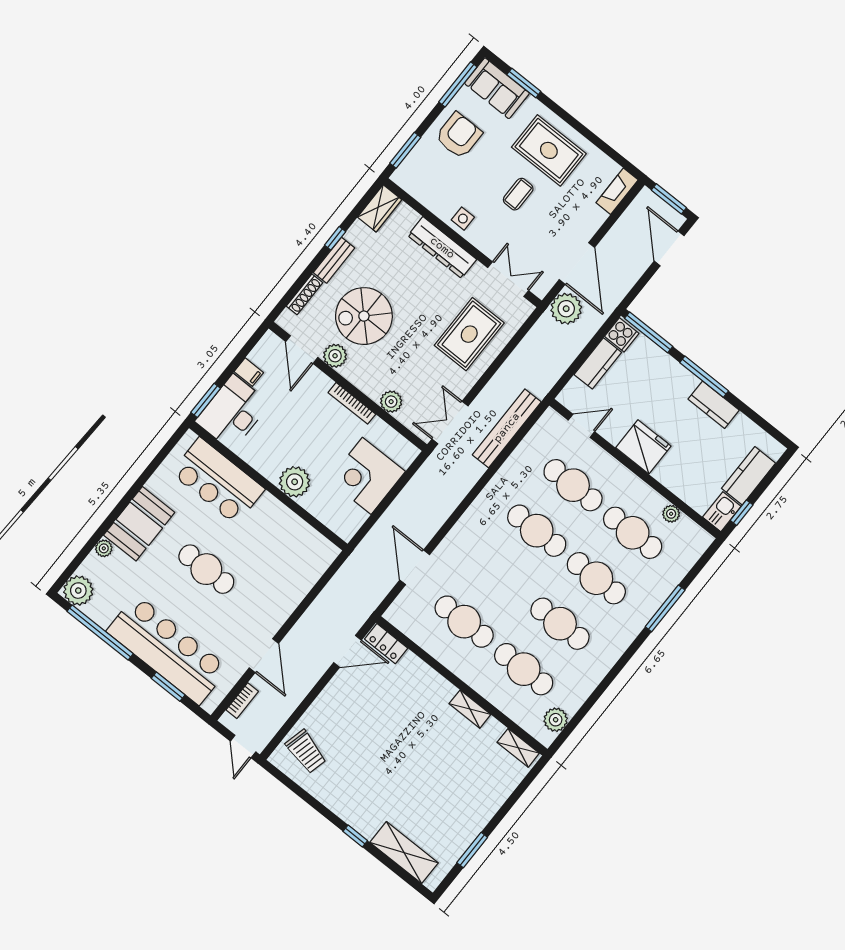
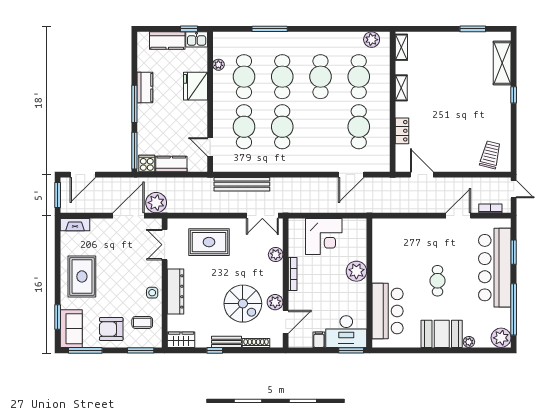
coffee table: (518, 194) -> (142, 322), moved
fridge: (643, 447) -> (195, 86), moved
cafe table: (206, 569) -> (437, 281), width x0.73, depth x0.74
locker: (386, 644) -> (402, 131), moved
door: (243, 747) -> (514, 189), hinge flipped

